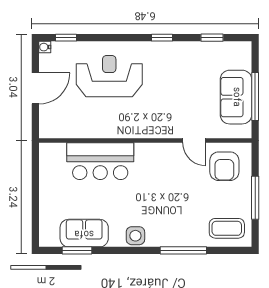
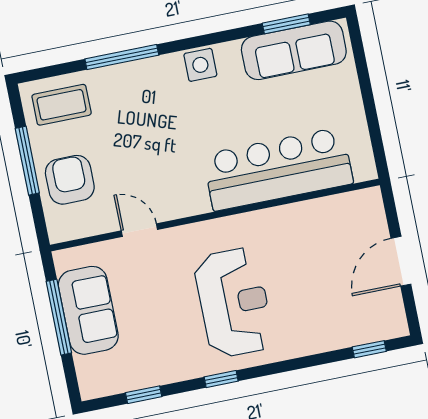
water cooler: (45, 47) -> (399, 328), removed
reception desk: (109, 76) -> (234, 303), moved, turned -90
bar counter: (100, 161) -> (278, 169), width x1.36
armchair: (224, 166) -> (70, 180), moved
sofa: (84, 233) -> (294, 50), width x1.36

